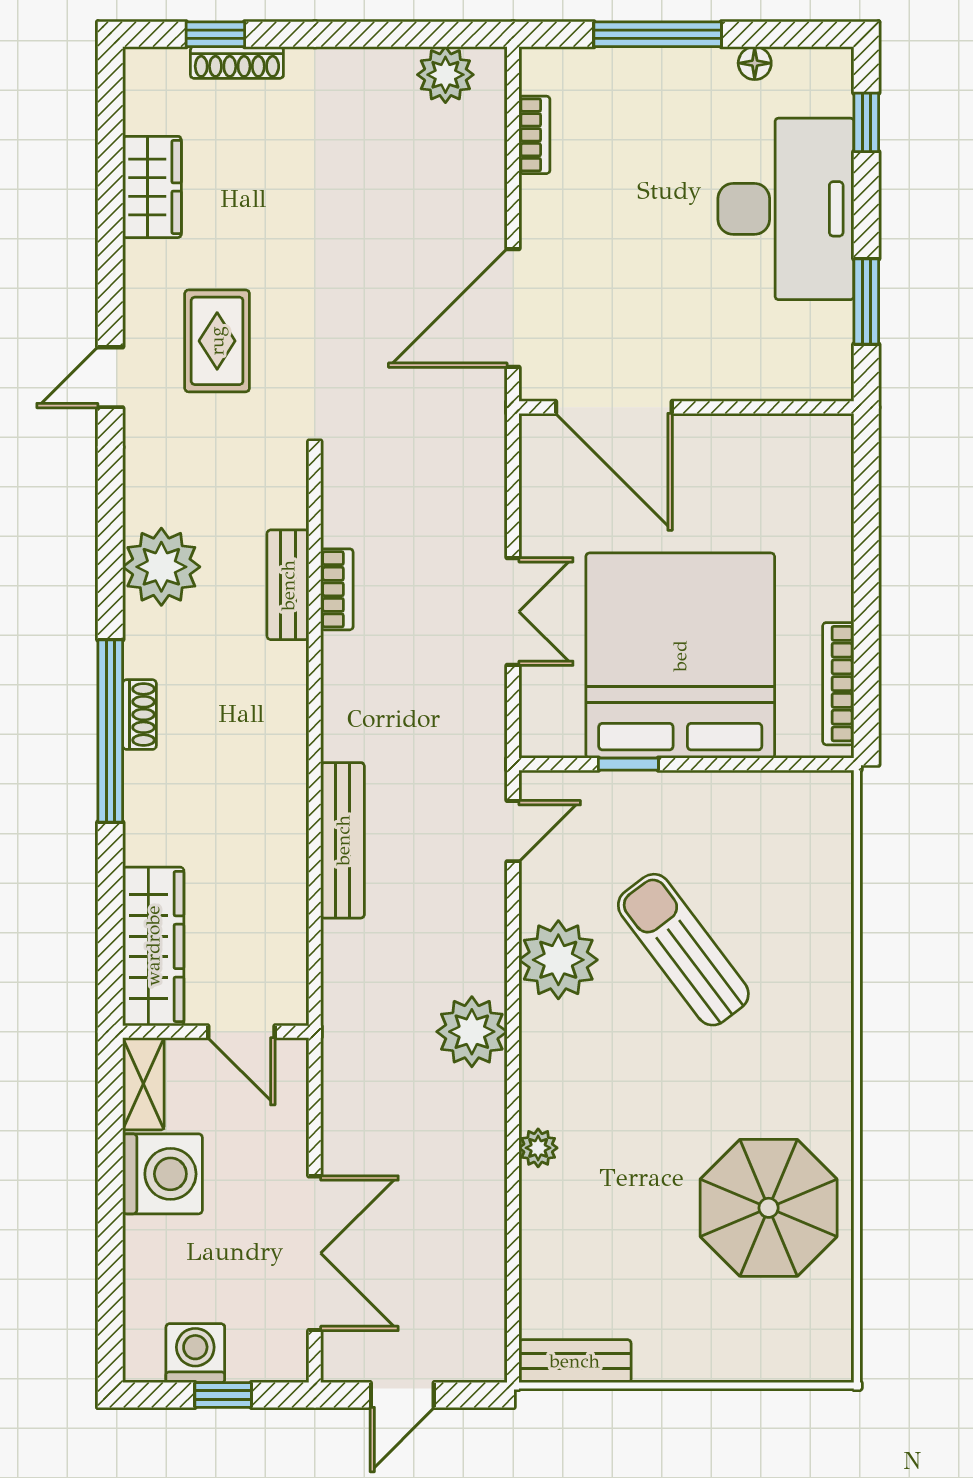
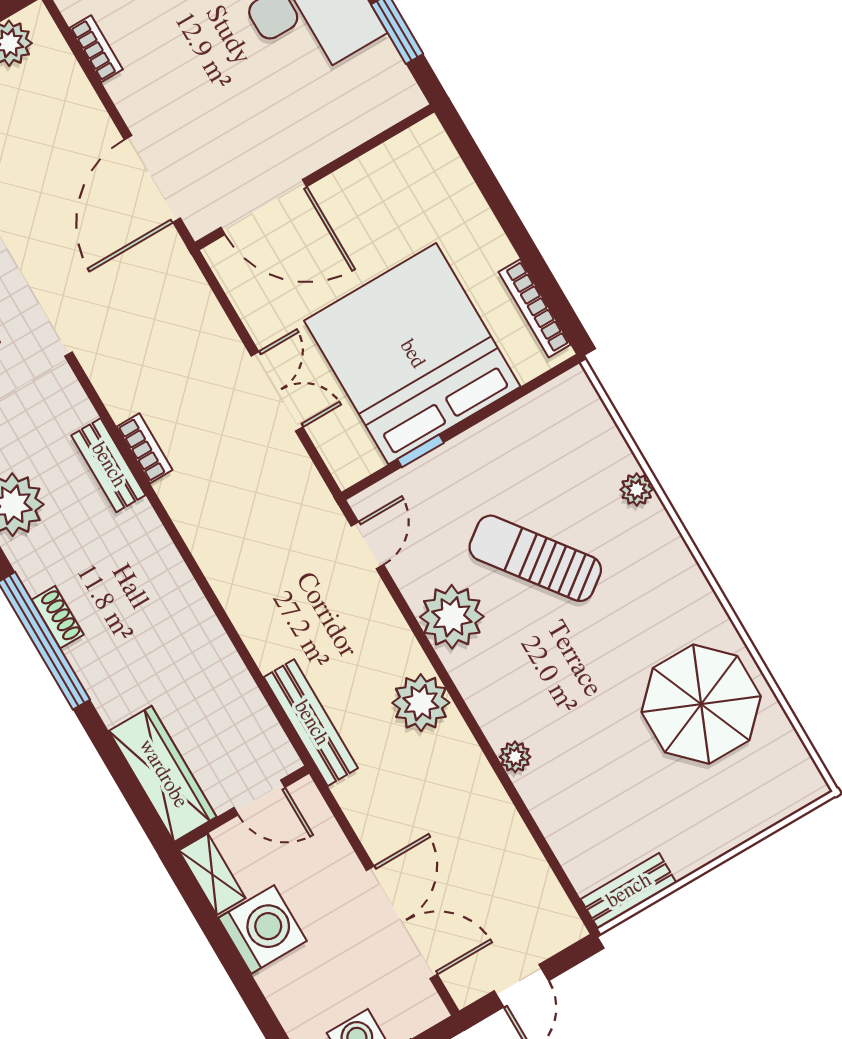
bench: (343, 840) -> (311, 723), moved
plant: (834, 940) -> (637, 490), added

